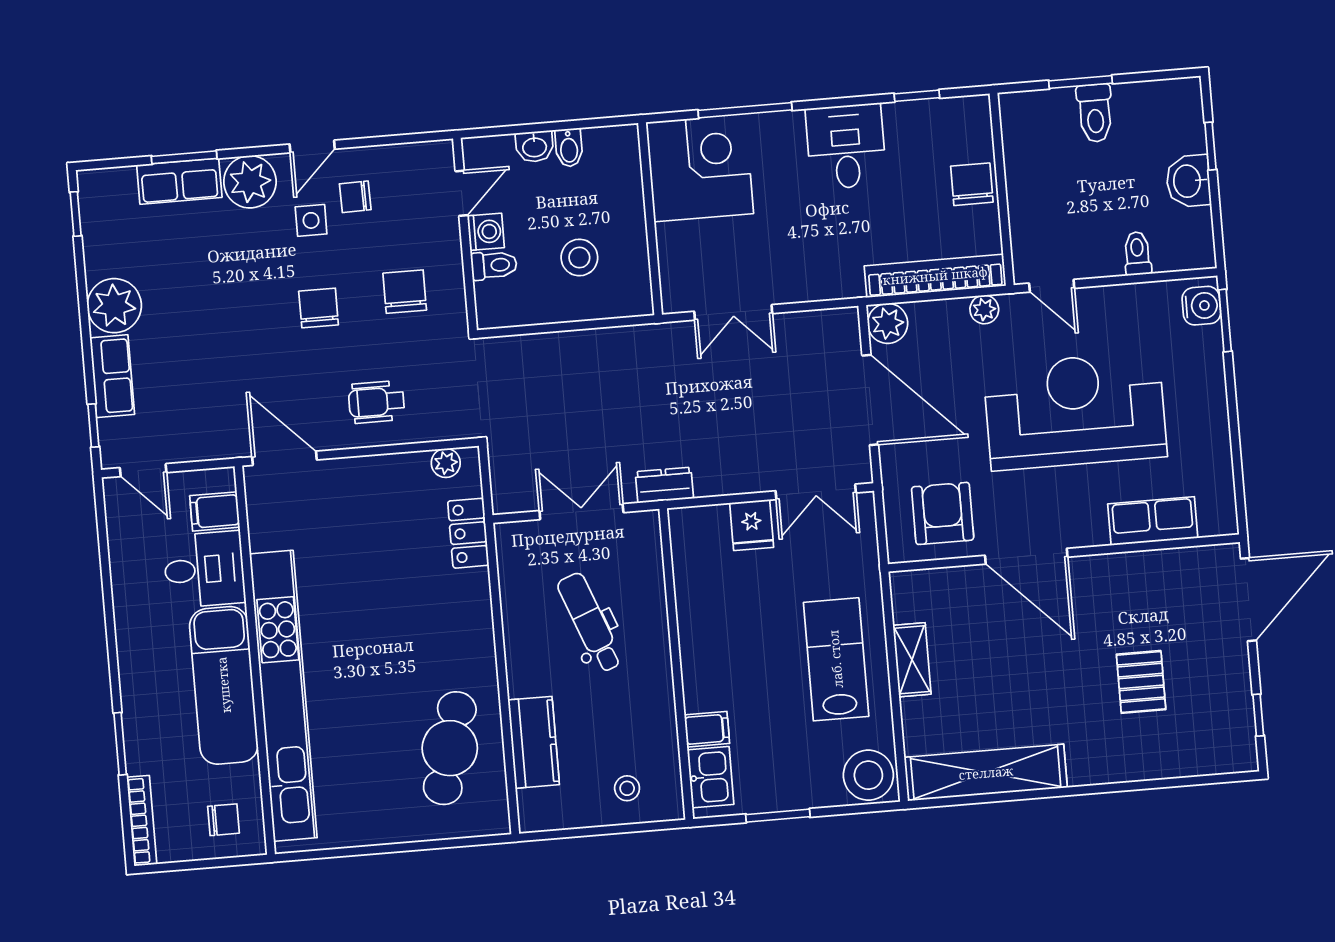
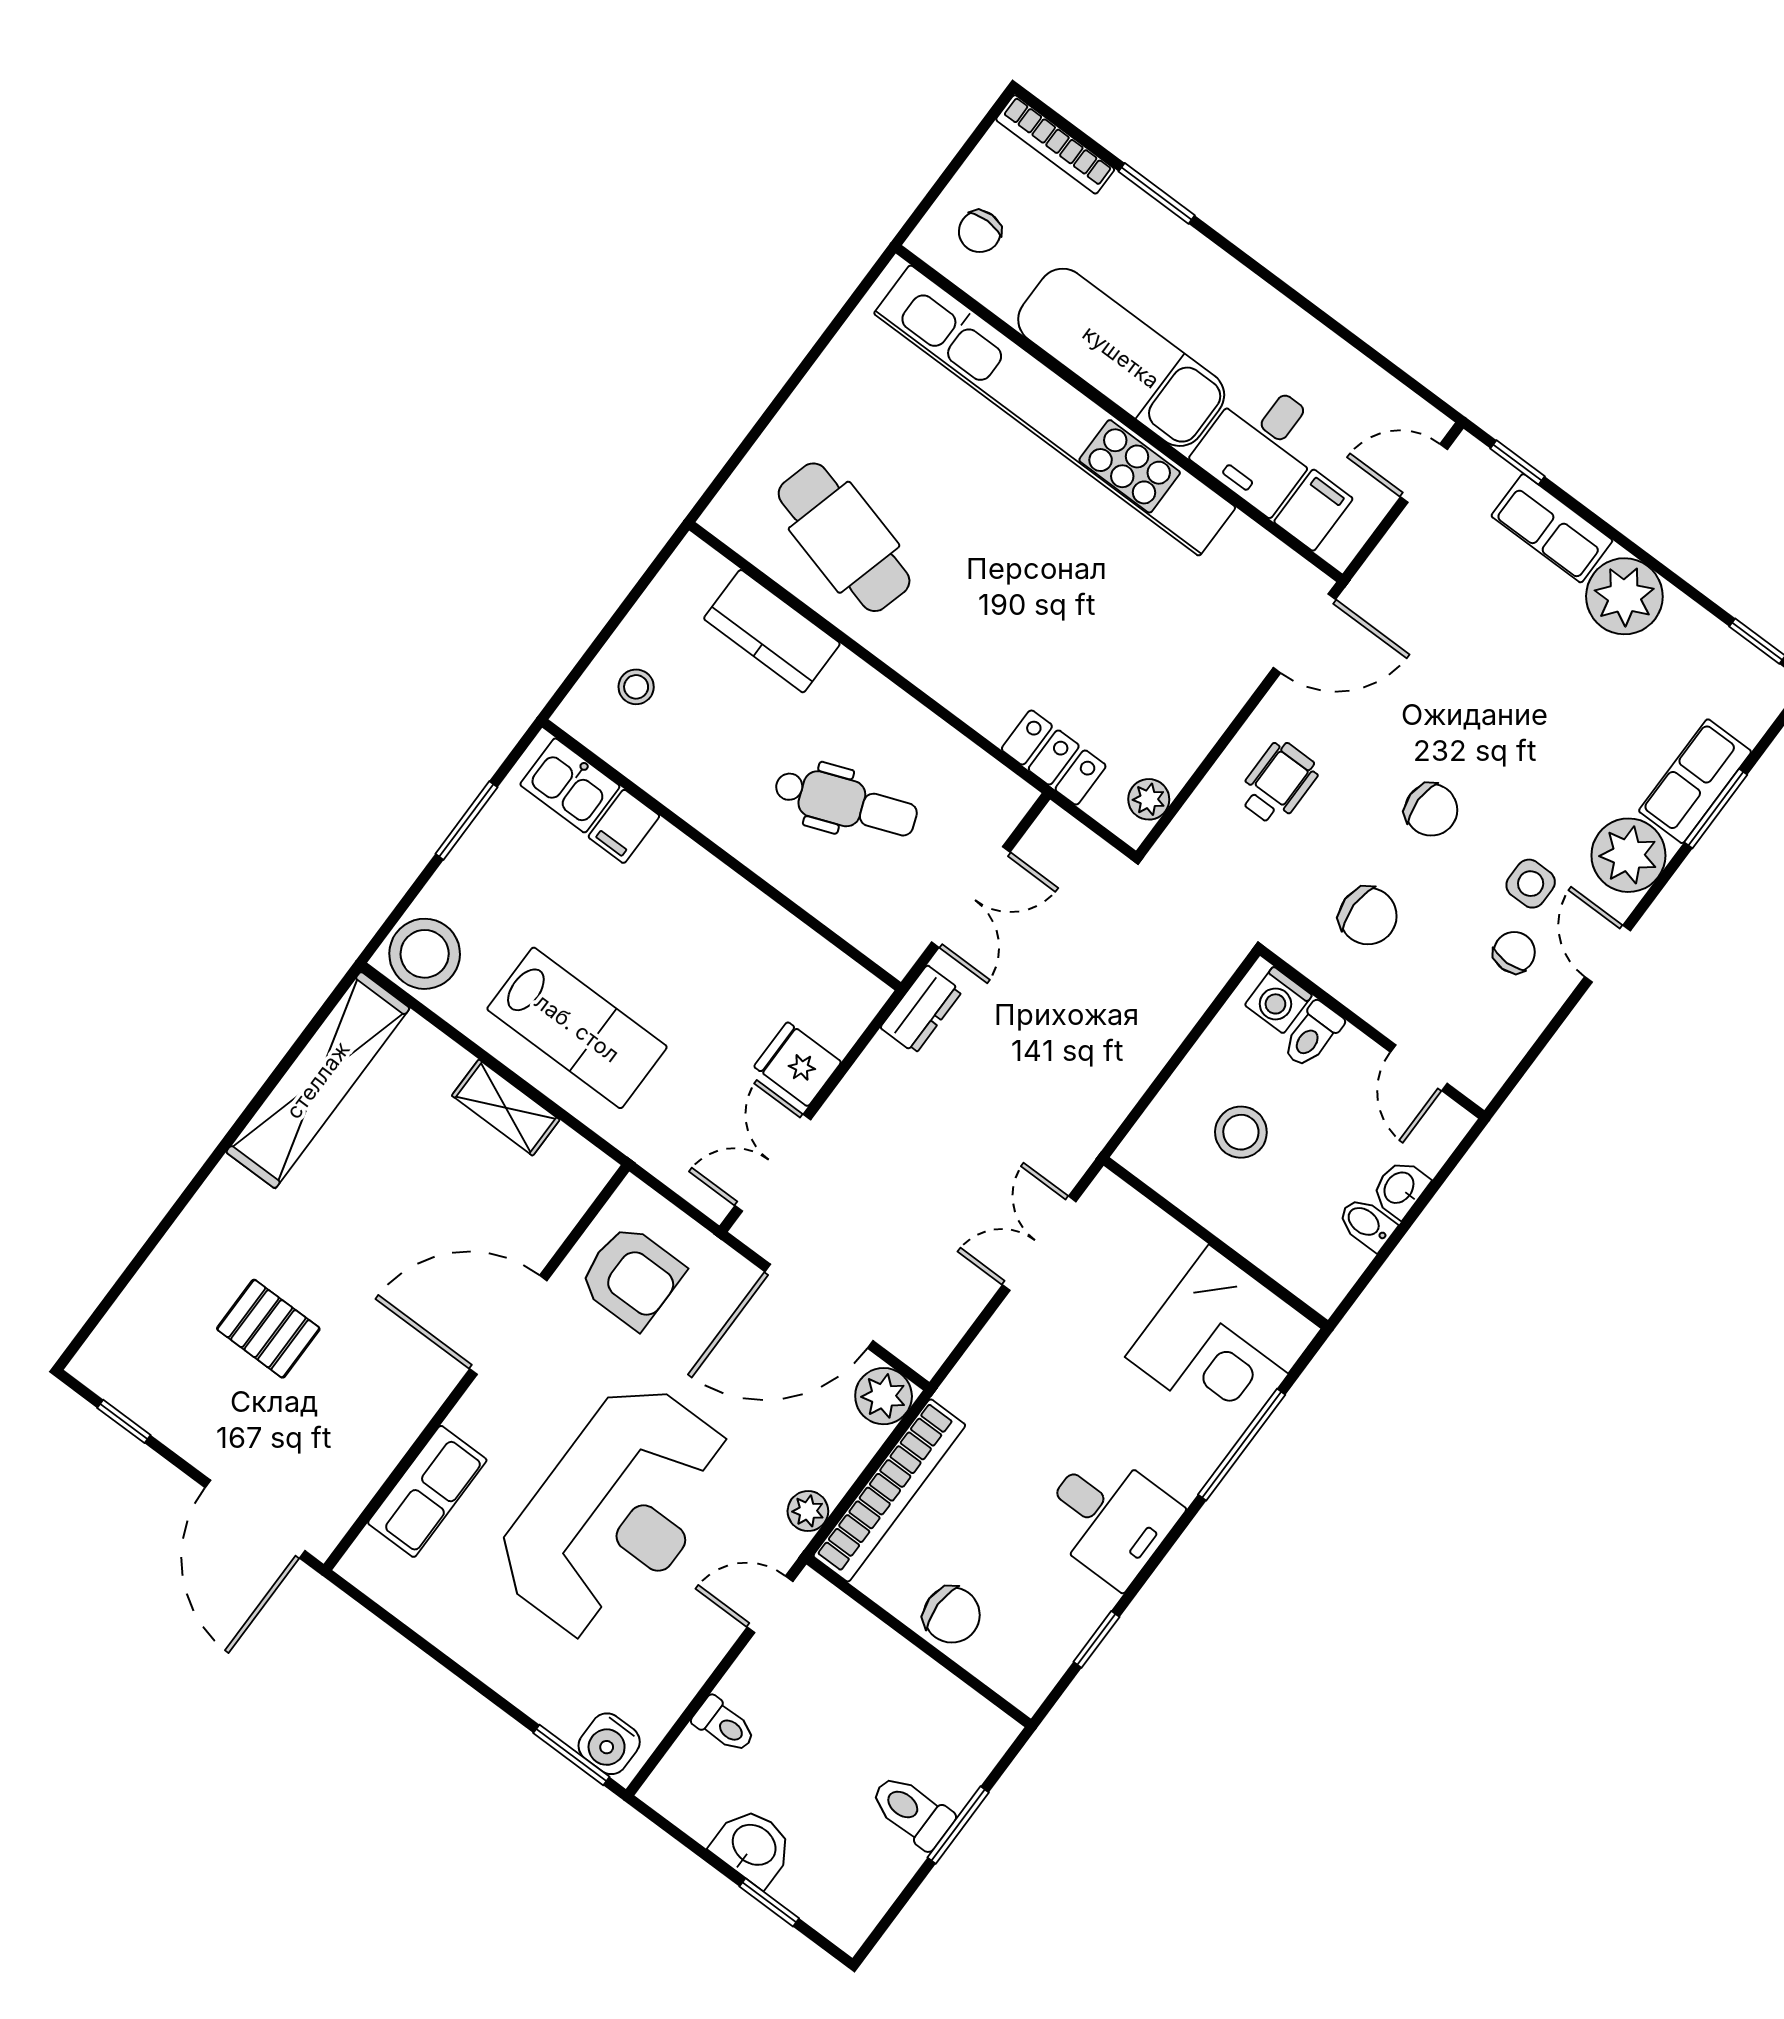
washing machine: (486, 232) -> (1278, 1000), moved

